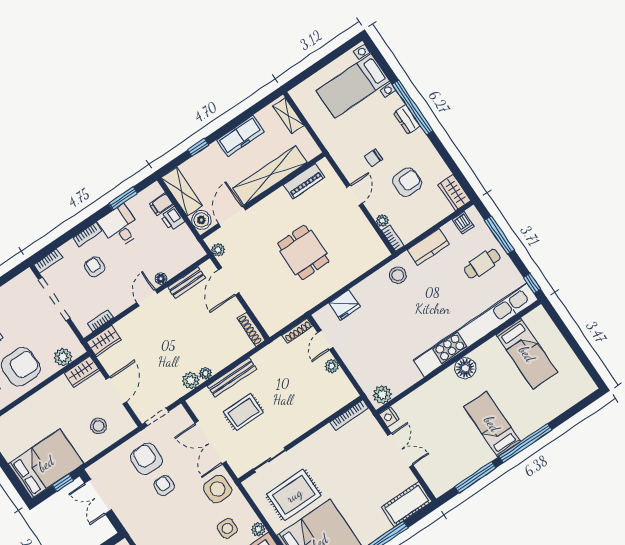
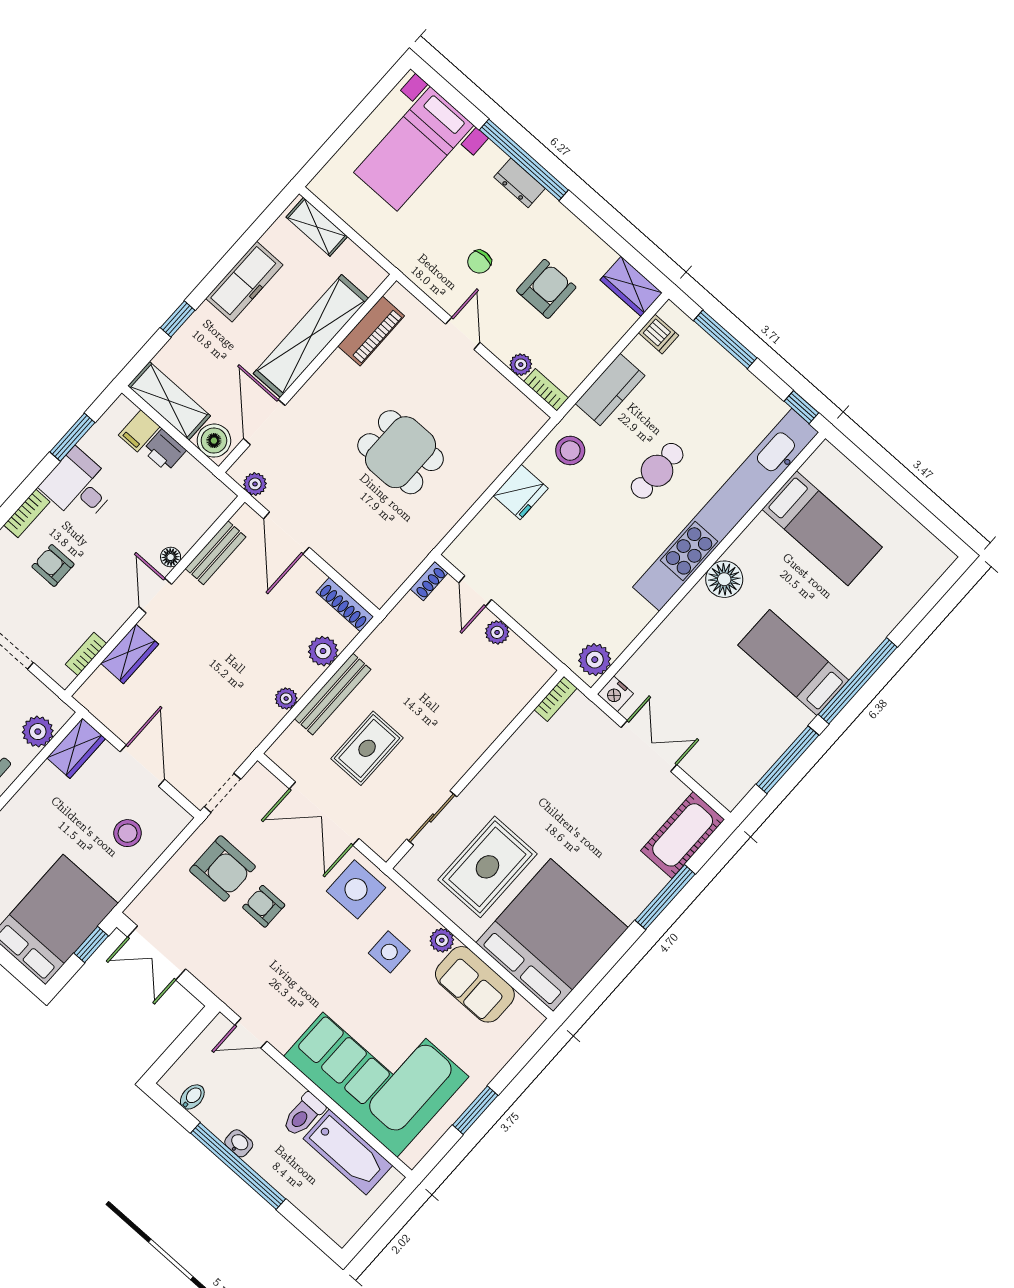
cafe table: (482, 264) -> (657, 471), moved
fridge: (345, 305) -> (521, 492), moved
shoe rack: (297, 331) -> (429, 581), width x0.70
wardrobe: (104, 341) -> (130, 654), moved
plant: (191, 380) -> (323, 651), moved
bookcase: (349, 415) -> (556, 699), width x0.64
armchair: (146, 459) -> (222, 868), turned 180

